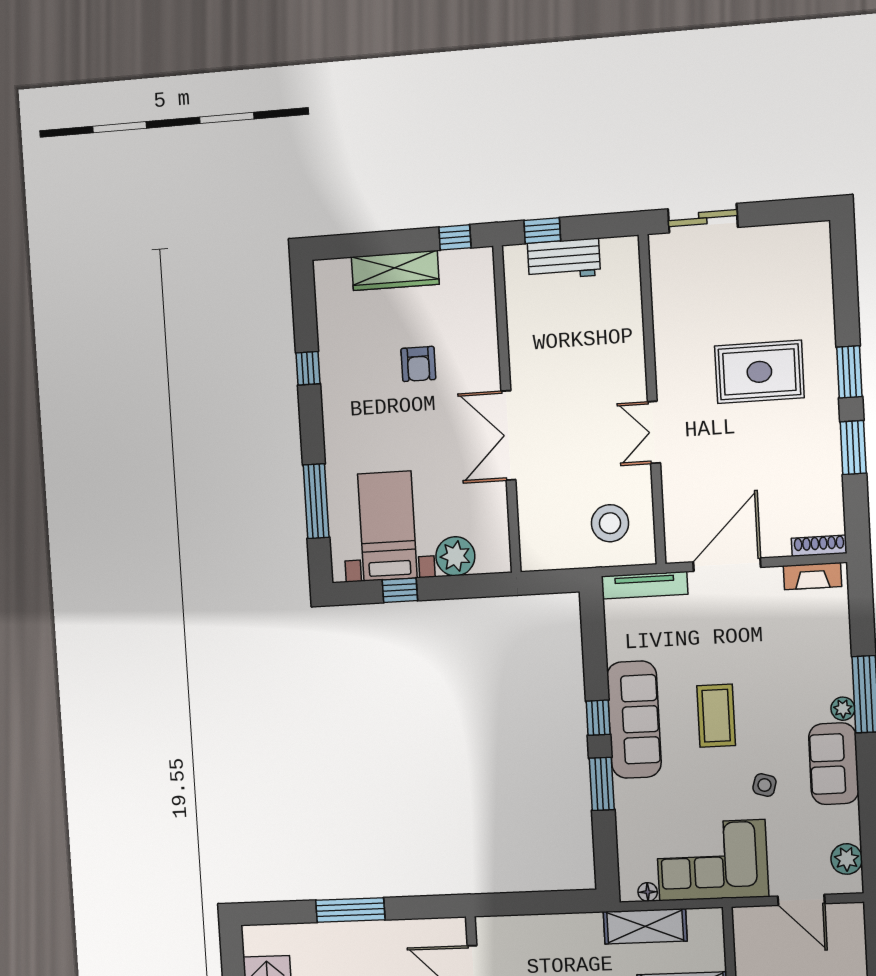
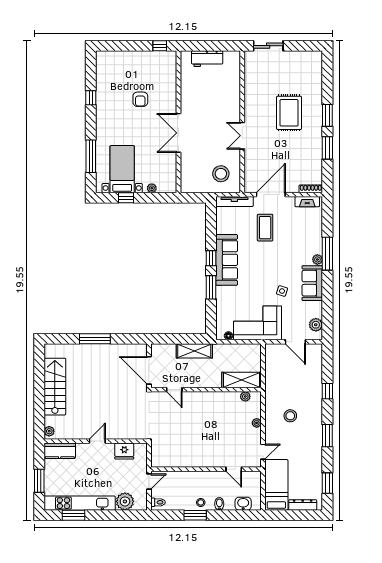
window: (542, 231) -> (198, 46), removed
wardrobe: (395, 270) -> (132, 58), removed
rug: (759, 372) -> (289, 113), turned 90
plant: (455, 556) -> (152, 188), width x0.53, depth x0.53
coffee table: (716, 716) -> (265, 228), moved
shelving: (645, 926) -> (194, 351), moved

